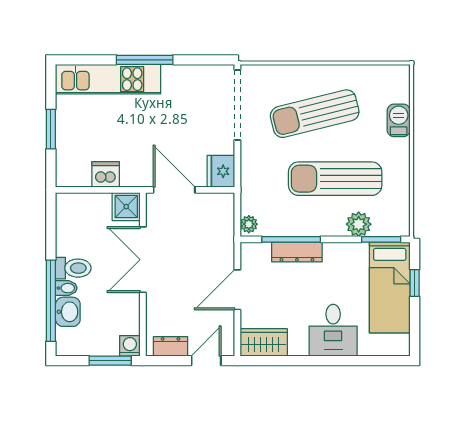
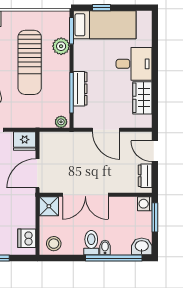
dishwasher: (106, 174) -> (27, 238), moved
stool: (72, 214) -> (54, 244), added
washbasin: (68, 312) -> (142, 246), moved
wardrobe: (264, 342) -> (142, 98), moved

